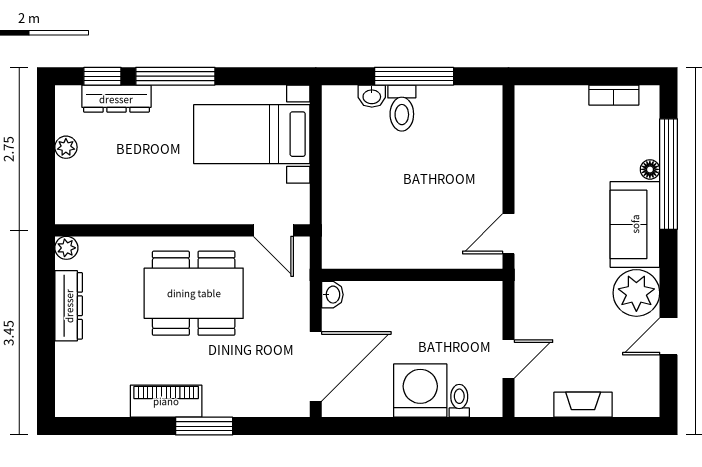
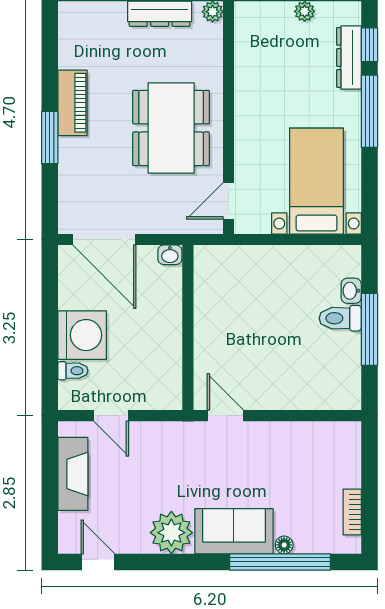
door: (669, 336) -> (98, 562), moved
fireplace: (583, 405) -> (73, 474), width x1.37, depth x1.32

